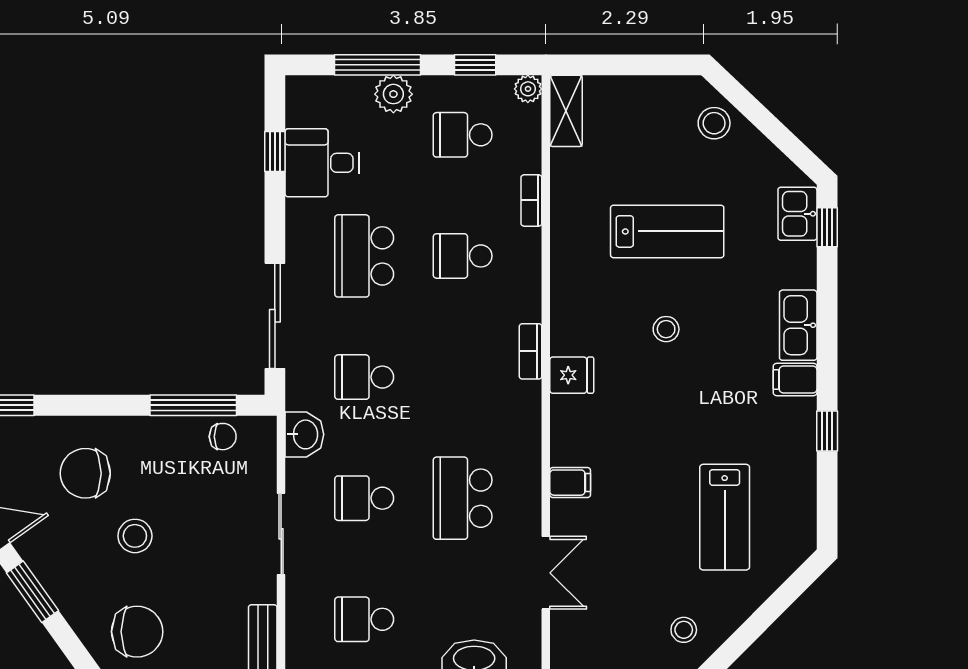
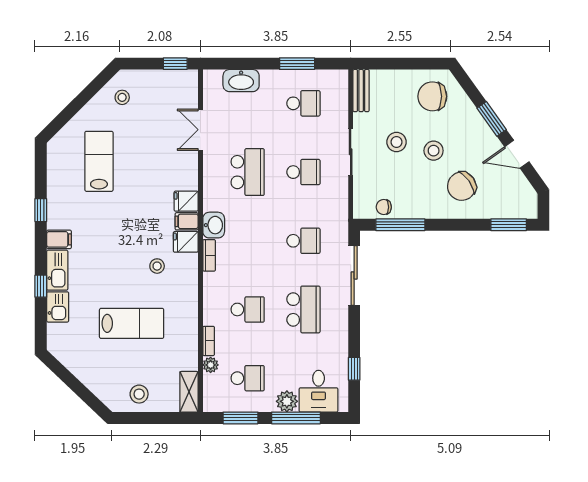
window: (475, 65) -> (240, 418), width x1.50
plant: (528, 89) -> (211, 365), moved
stool: (714, 123) -> (139, 394), moved
desk: (322, 163) -> (319, 391), moved, turned 90
kitchen sink: (797, 214) -> (58, 307), moved
window: (827, 227) -> (41, 286), moved
lab bench: (667, 231) -> (132, 323), turned 180
stool: (666, 329) -> (157, 266), moved
washbasin: (304, 434) -> (214, 225), moved, turned 180
fridge: (571, 447) -> (186, 201), added
chair: (85, 473) -> (462, 186), turned 145
filing cabinet: (570, 483) -> (187, 221), moved
stool: (200, 551) -> (396, 142), added

